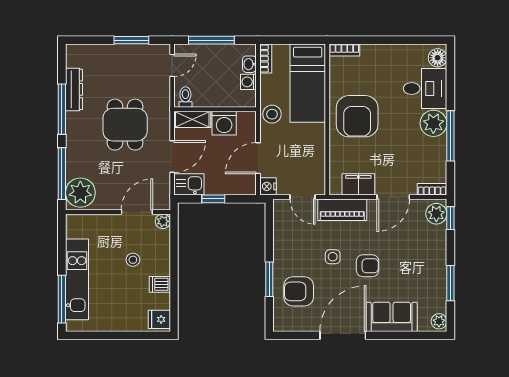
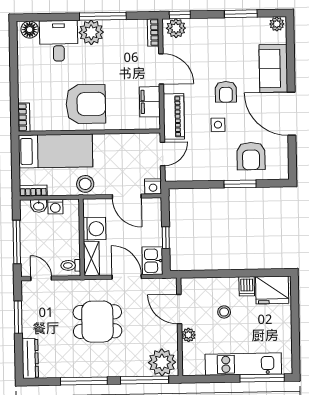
dresser: (74, 89) -> (30, 358), moved, turned 90
plant: (163, 221) -> (188, 335), moved
armchair: (368, 266) -> (226, 92), turned 180
fridge: (159, 319) -> (272, 290), width x1.88, depth x1.34

